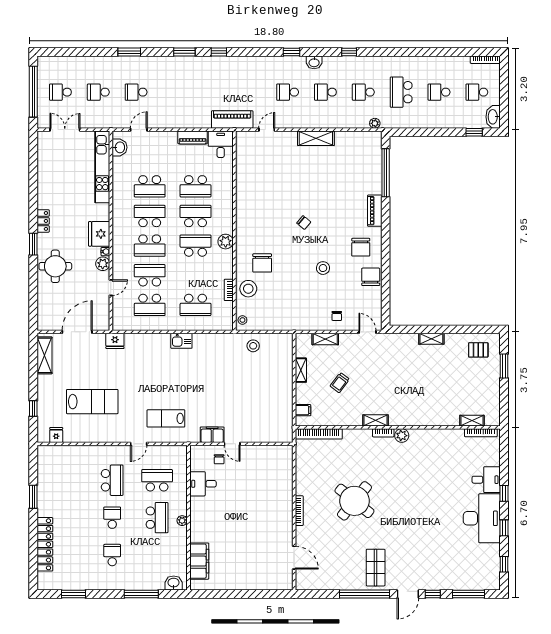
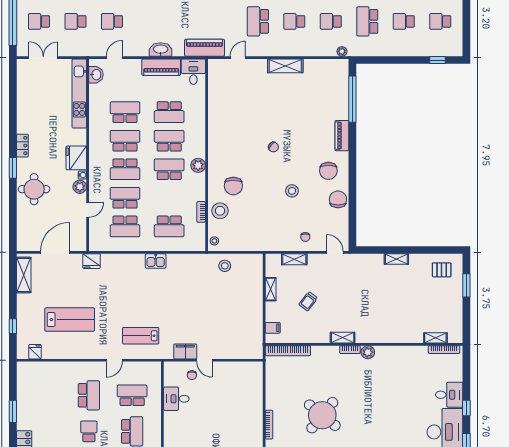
school desk: (288, 92) -> (258, 21), width x1.85
washbasin: (493, 117) -> (161, 50), moved, turned 90
piano: (193, 137) -> (161, 67), width x1.37, depth x1.33
school desk: (150, 186) -> (125, 112), turned 180
plant: (182, 521) -> (156, 434), removed

